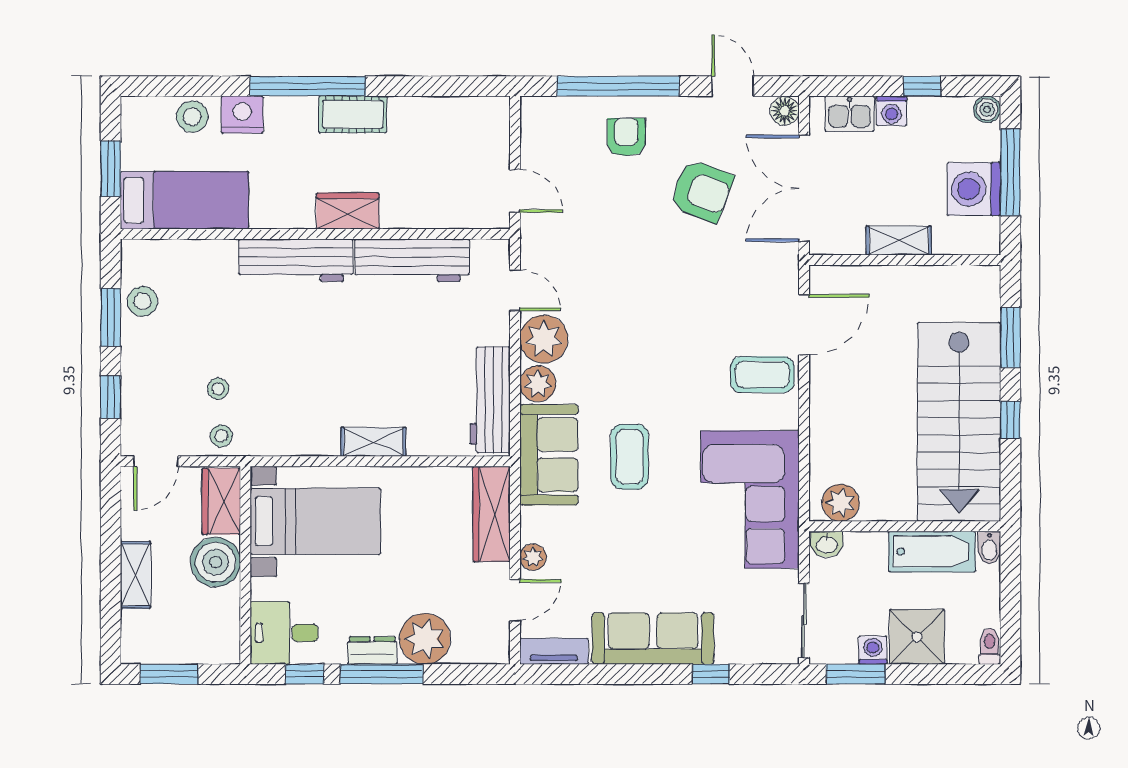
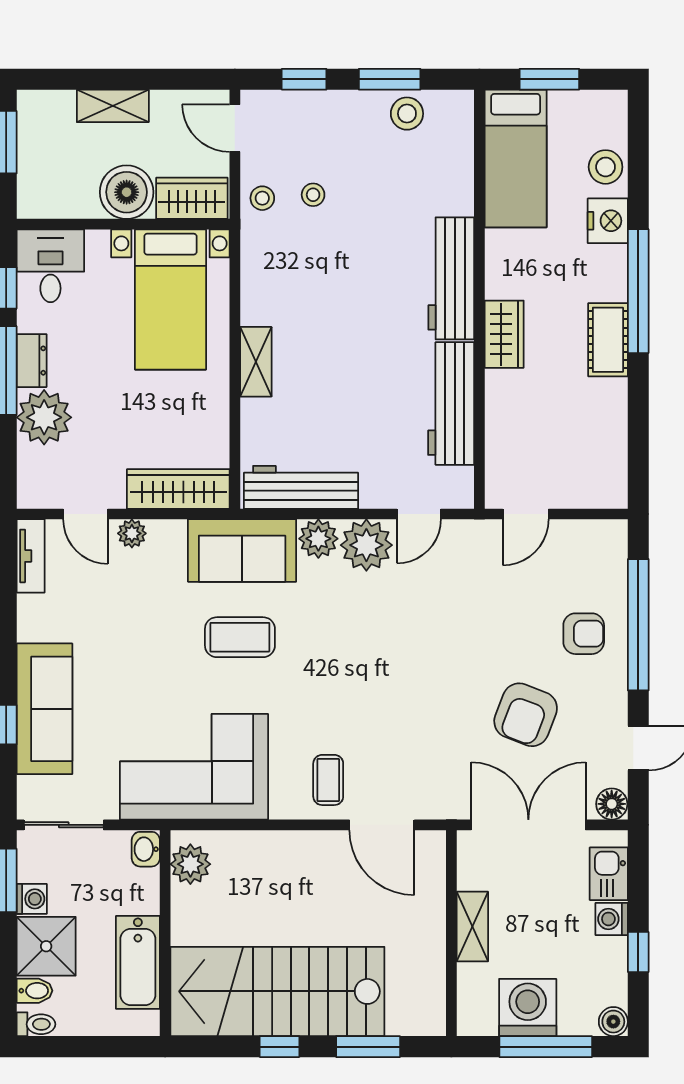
coffee table: (762, 375) -> (328, 780), width x0.73, depth x0.77
bidet: (989, 548) -> (35, 991), moved, turned 180
sofa: (653, 638) -> (44, 709), moved

